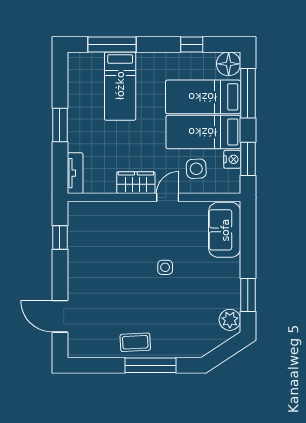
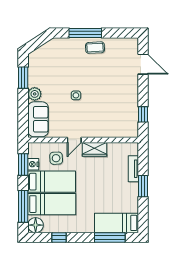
bed: (120, 86) -> (116, 223), moved, turned -90
tv unit: (75, 173) -> (133, 169), moved
plant: (230, 320) -> (35, 94), moved

